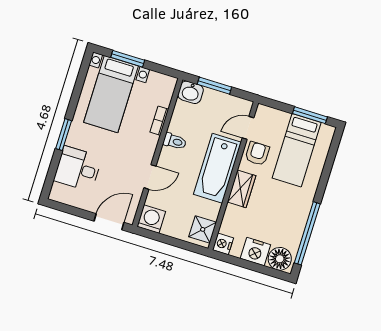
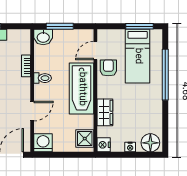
wardrobe: (242, 189) -> (105, 112), moved
window: (307, 233) -> (165, 75), moved
nightstand: (255, 252) -> (130, 147), width x0.53, depth x0.56

